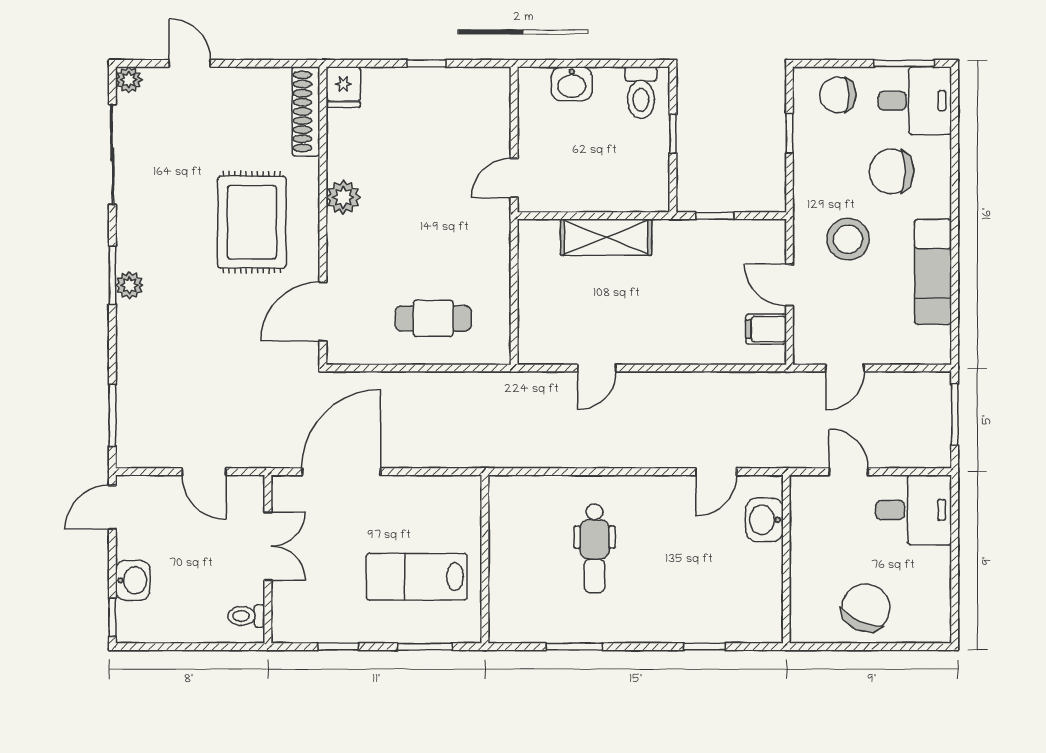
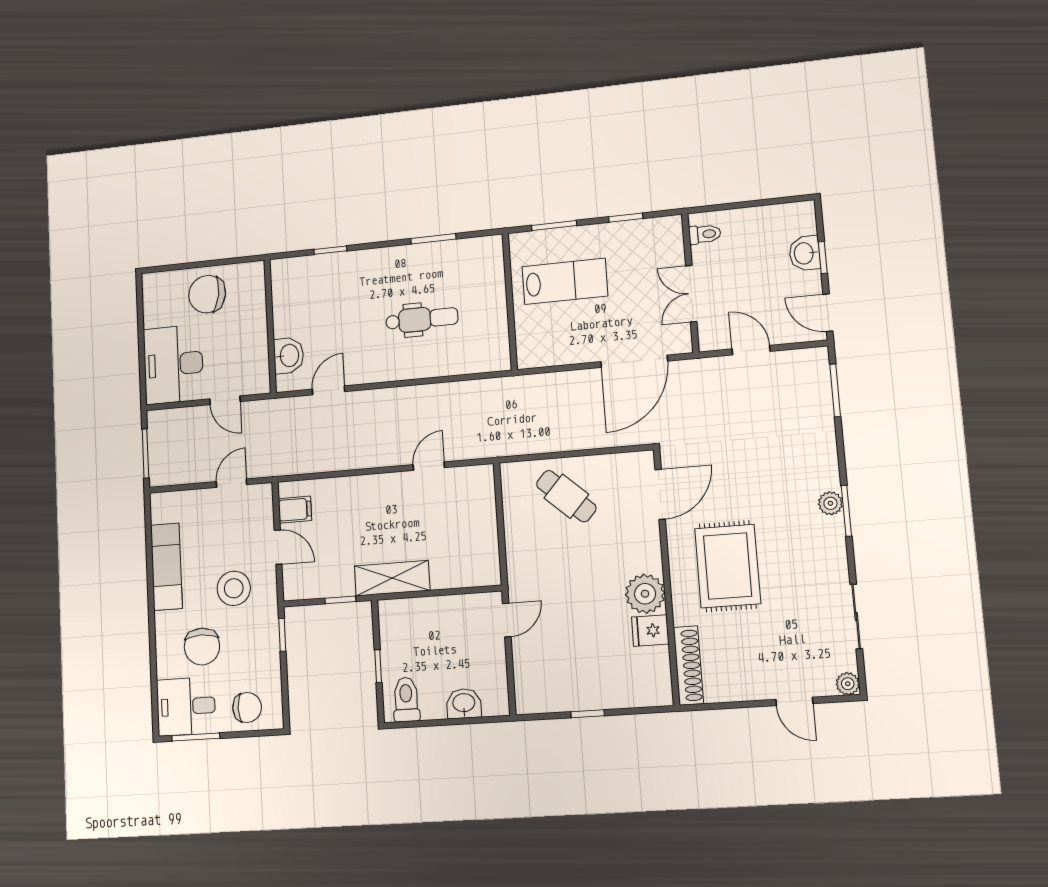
fridge: (343, 87) -> (650, 631), moved, turned -90
window: (789, 133) -> (282, 635), moved
sliding door: (112, 154) -> (856, 616), width x0.73
chair: (892, 171) -> (202, 647), turned 90
plant: (343, 197) -> (645, 594), width x1.36, depth x1.36
shelving: (606, 237) -> (392, 578), moved
cafe table: (433, 318) -> (566, 496), turned 42
door: (112, 507) -> (828, 313), swing flipped
desk: (914, 510) -> (173, 364), width x1.37
dental chair: (595, 548) -> (422, 319), turned 90
chair: (866, 608) -> (207, 294), turned 74
window: (112, 617) -> (823, 258), moved

